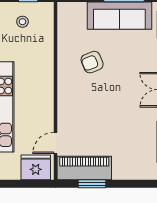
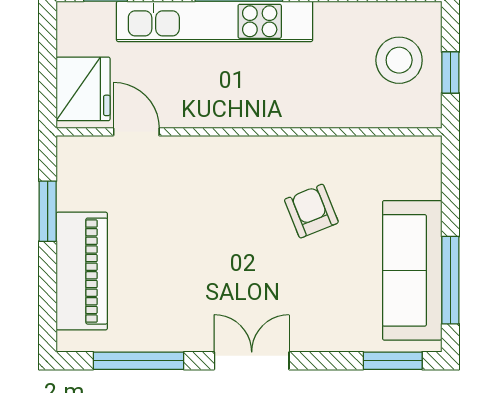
stool: (22, 22) -> (399, 60), width x1.89, depth x1.89
piano: (84, 168) -> (82, 271), moved

